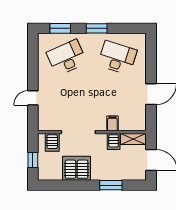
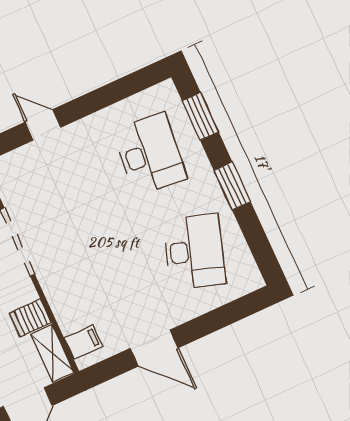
desk: (67, 58) -> (150, 154), turned 30
filing cabinet: (112, 123) -> (83, 342), moved

